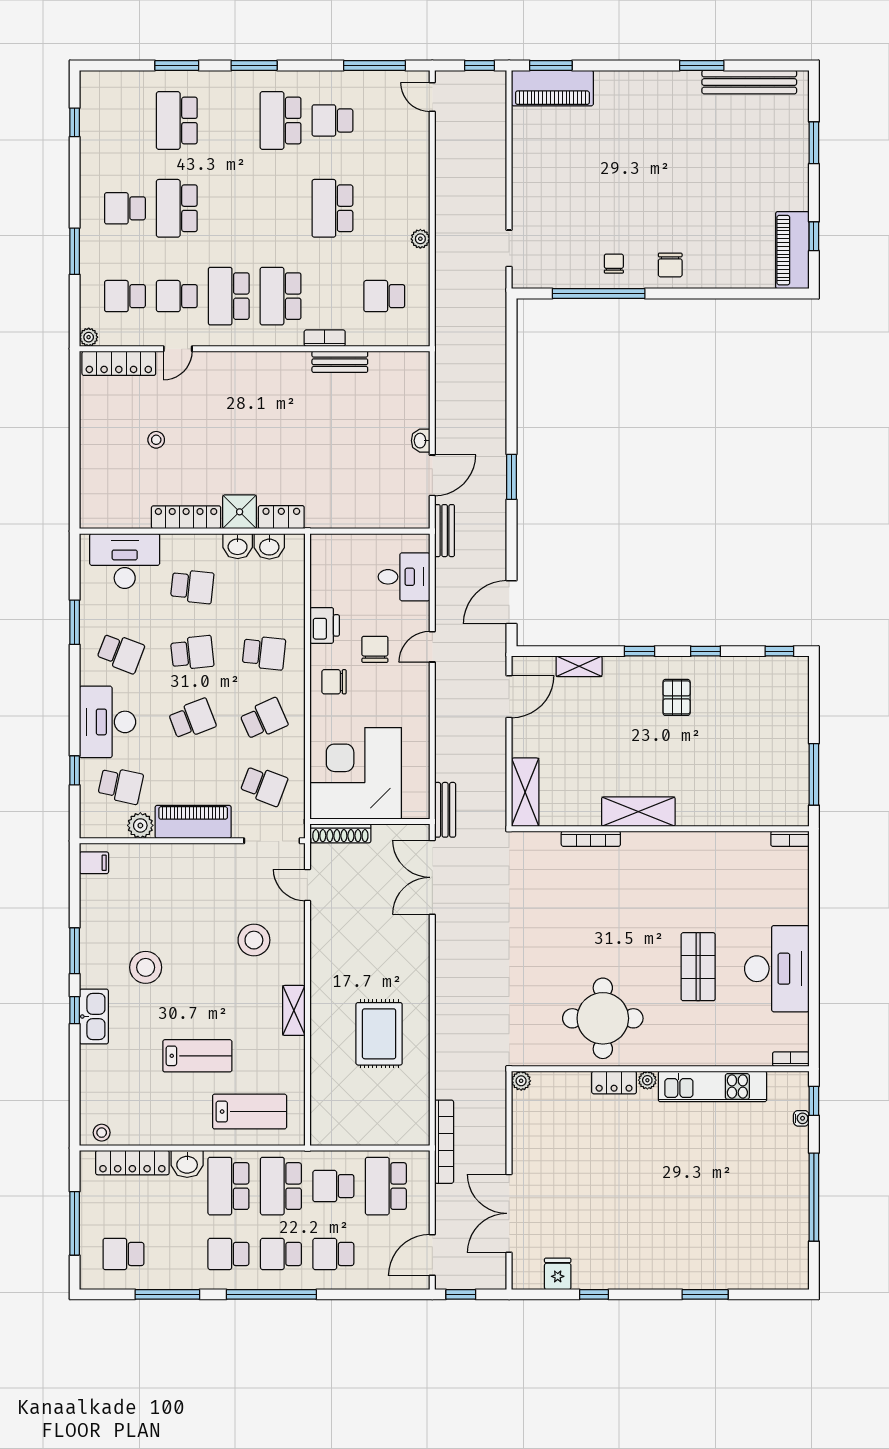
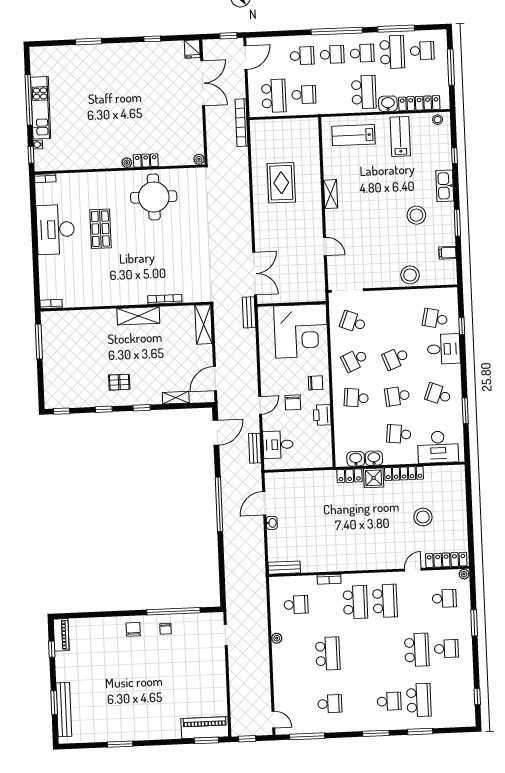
bench: (749, 82) -> (64, 710), moved, turned 90
school desk: (281, 120) -> (389, 701), moved, width x0.54
piano: (792, 250) -> (61, 635), width x0.73, depth x0.75
school desk: (177, 296) -> (415, 600), removed
bench: (340, 362) -> (284, 568), moved
stool: (156, 440) -> (423, 517), width x1.89, depth x1.89
window: (511, 477) -> (219, 504), width x2.11
bench: (445, 531) -> (255, 448), moved
pallet: (677, 697) -> (119, 382), turned 90
desk: (108, 722) -> (444, 349), width x0.73
piano: (193, 822) -> (393, 299), removed
plant: (140, 825) -> (423, 296), removed
shoe rack: (340, 833) -> (308, 296), removed
filing cabinet: (94, 863) -> (448, 253), moved
door: (307, 885) -> (325, 246), moved
stool: (254, 940) -> (410, 275), moved
window: (75, 1010) -> (455, 156), moved
lab bench: (197, 1056) -> (400, 137), moved, turned 90
kitchen unit: (712, 1086) -> (41, 108), moved, turned 90
school desk: (281, 1186) -> (392, 52), moved
fridge: (558, 1274) -> (192, 49), moved

